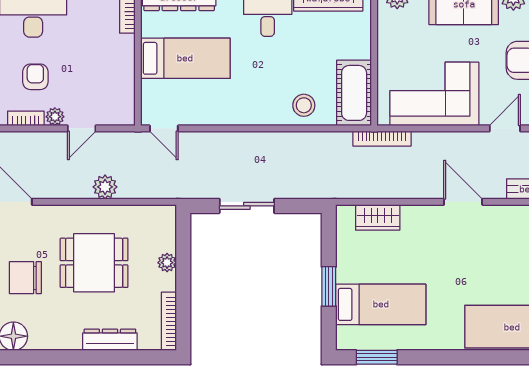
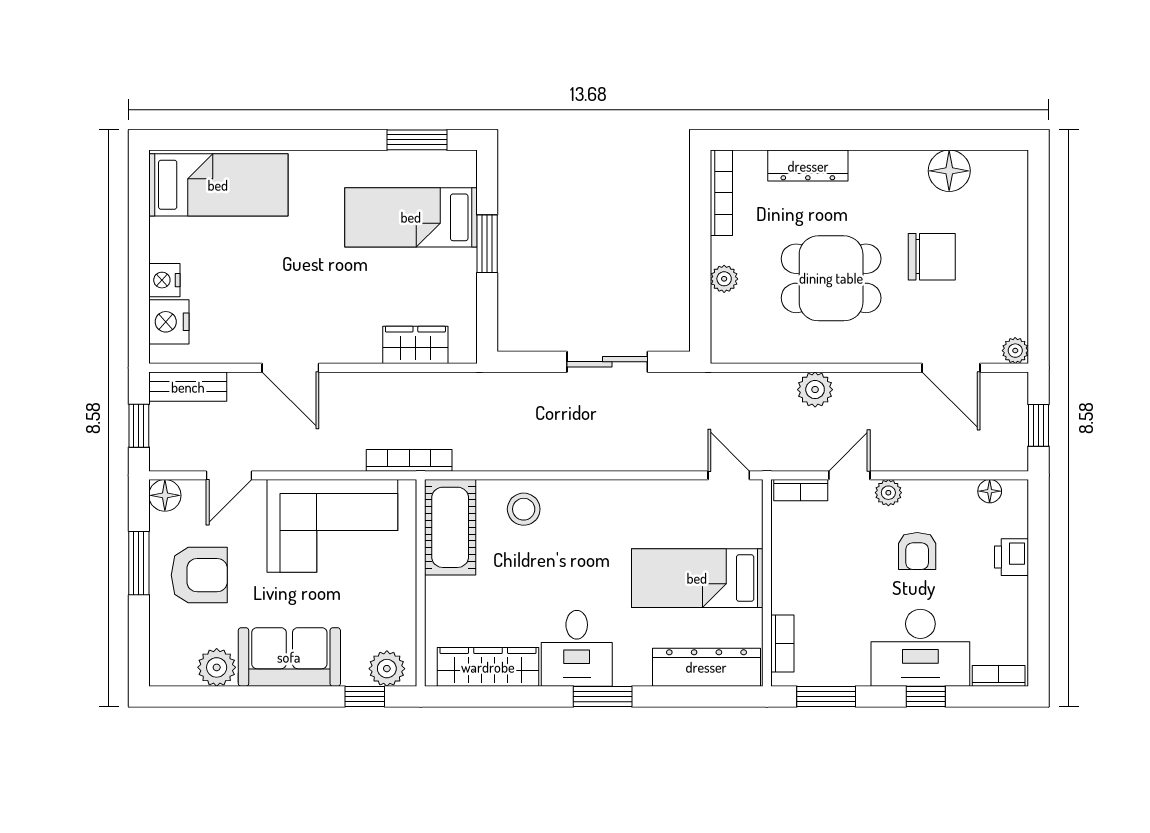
bookcase: (26, 118) -> (801, 490), moved

